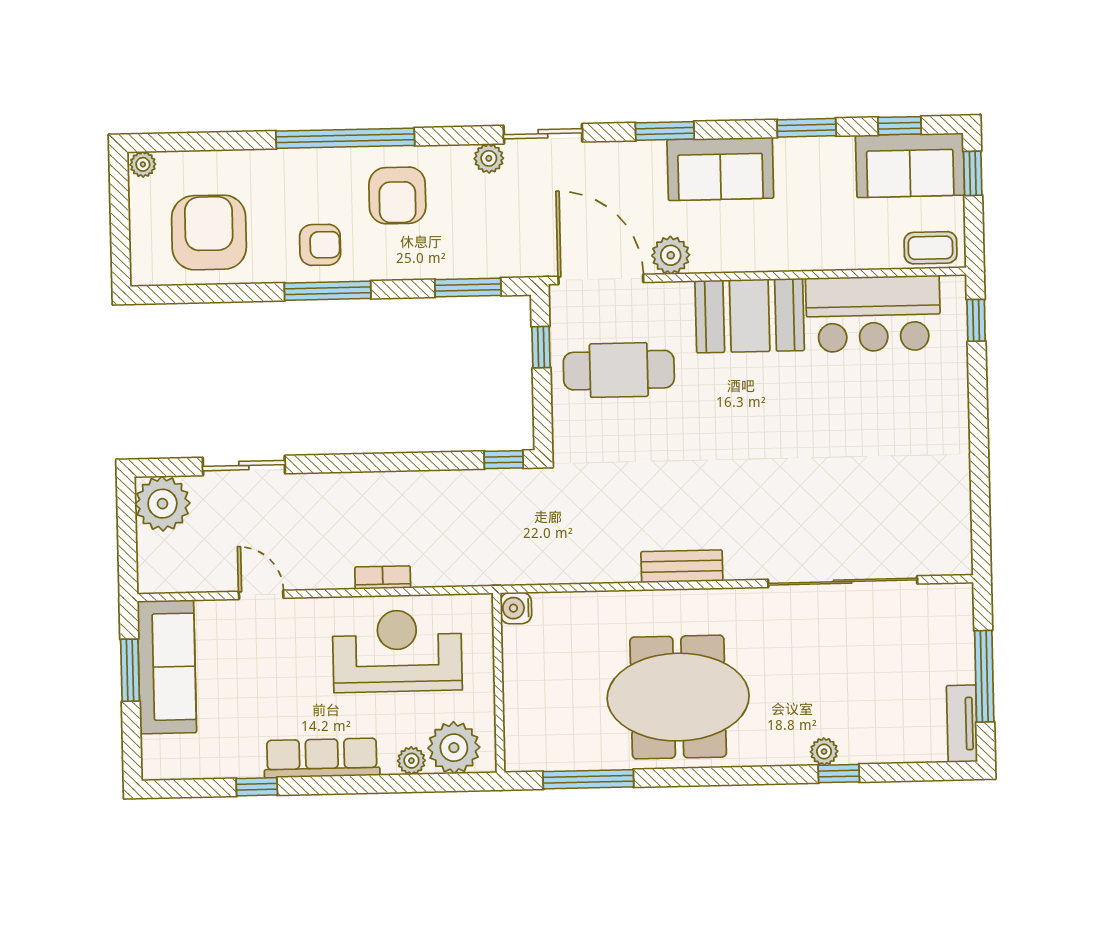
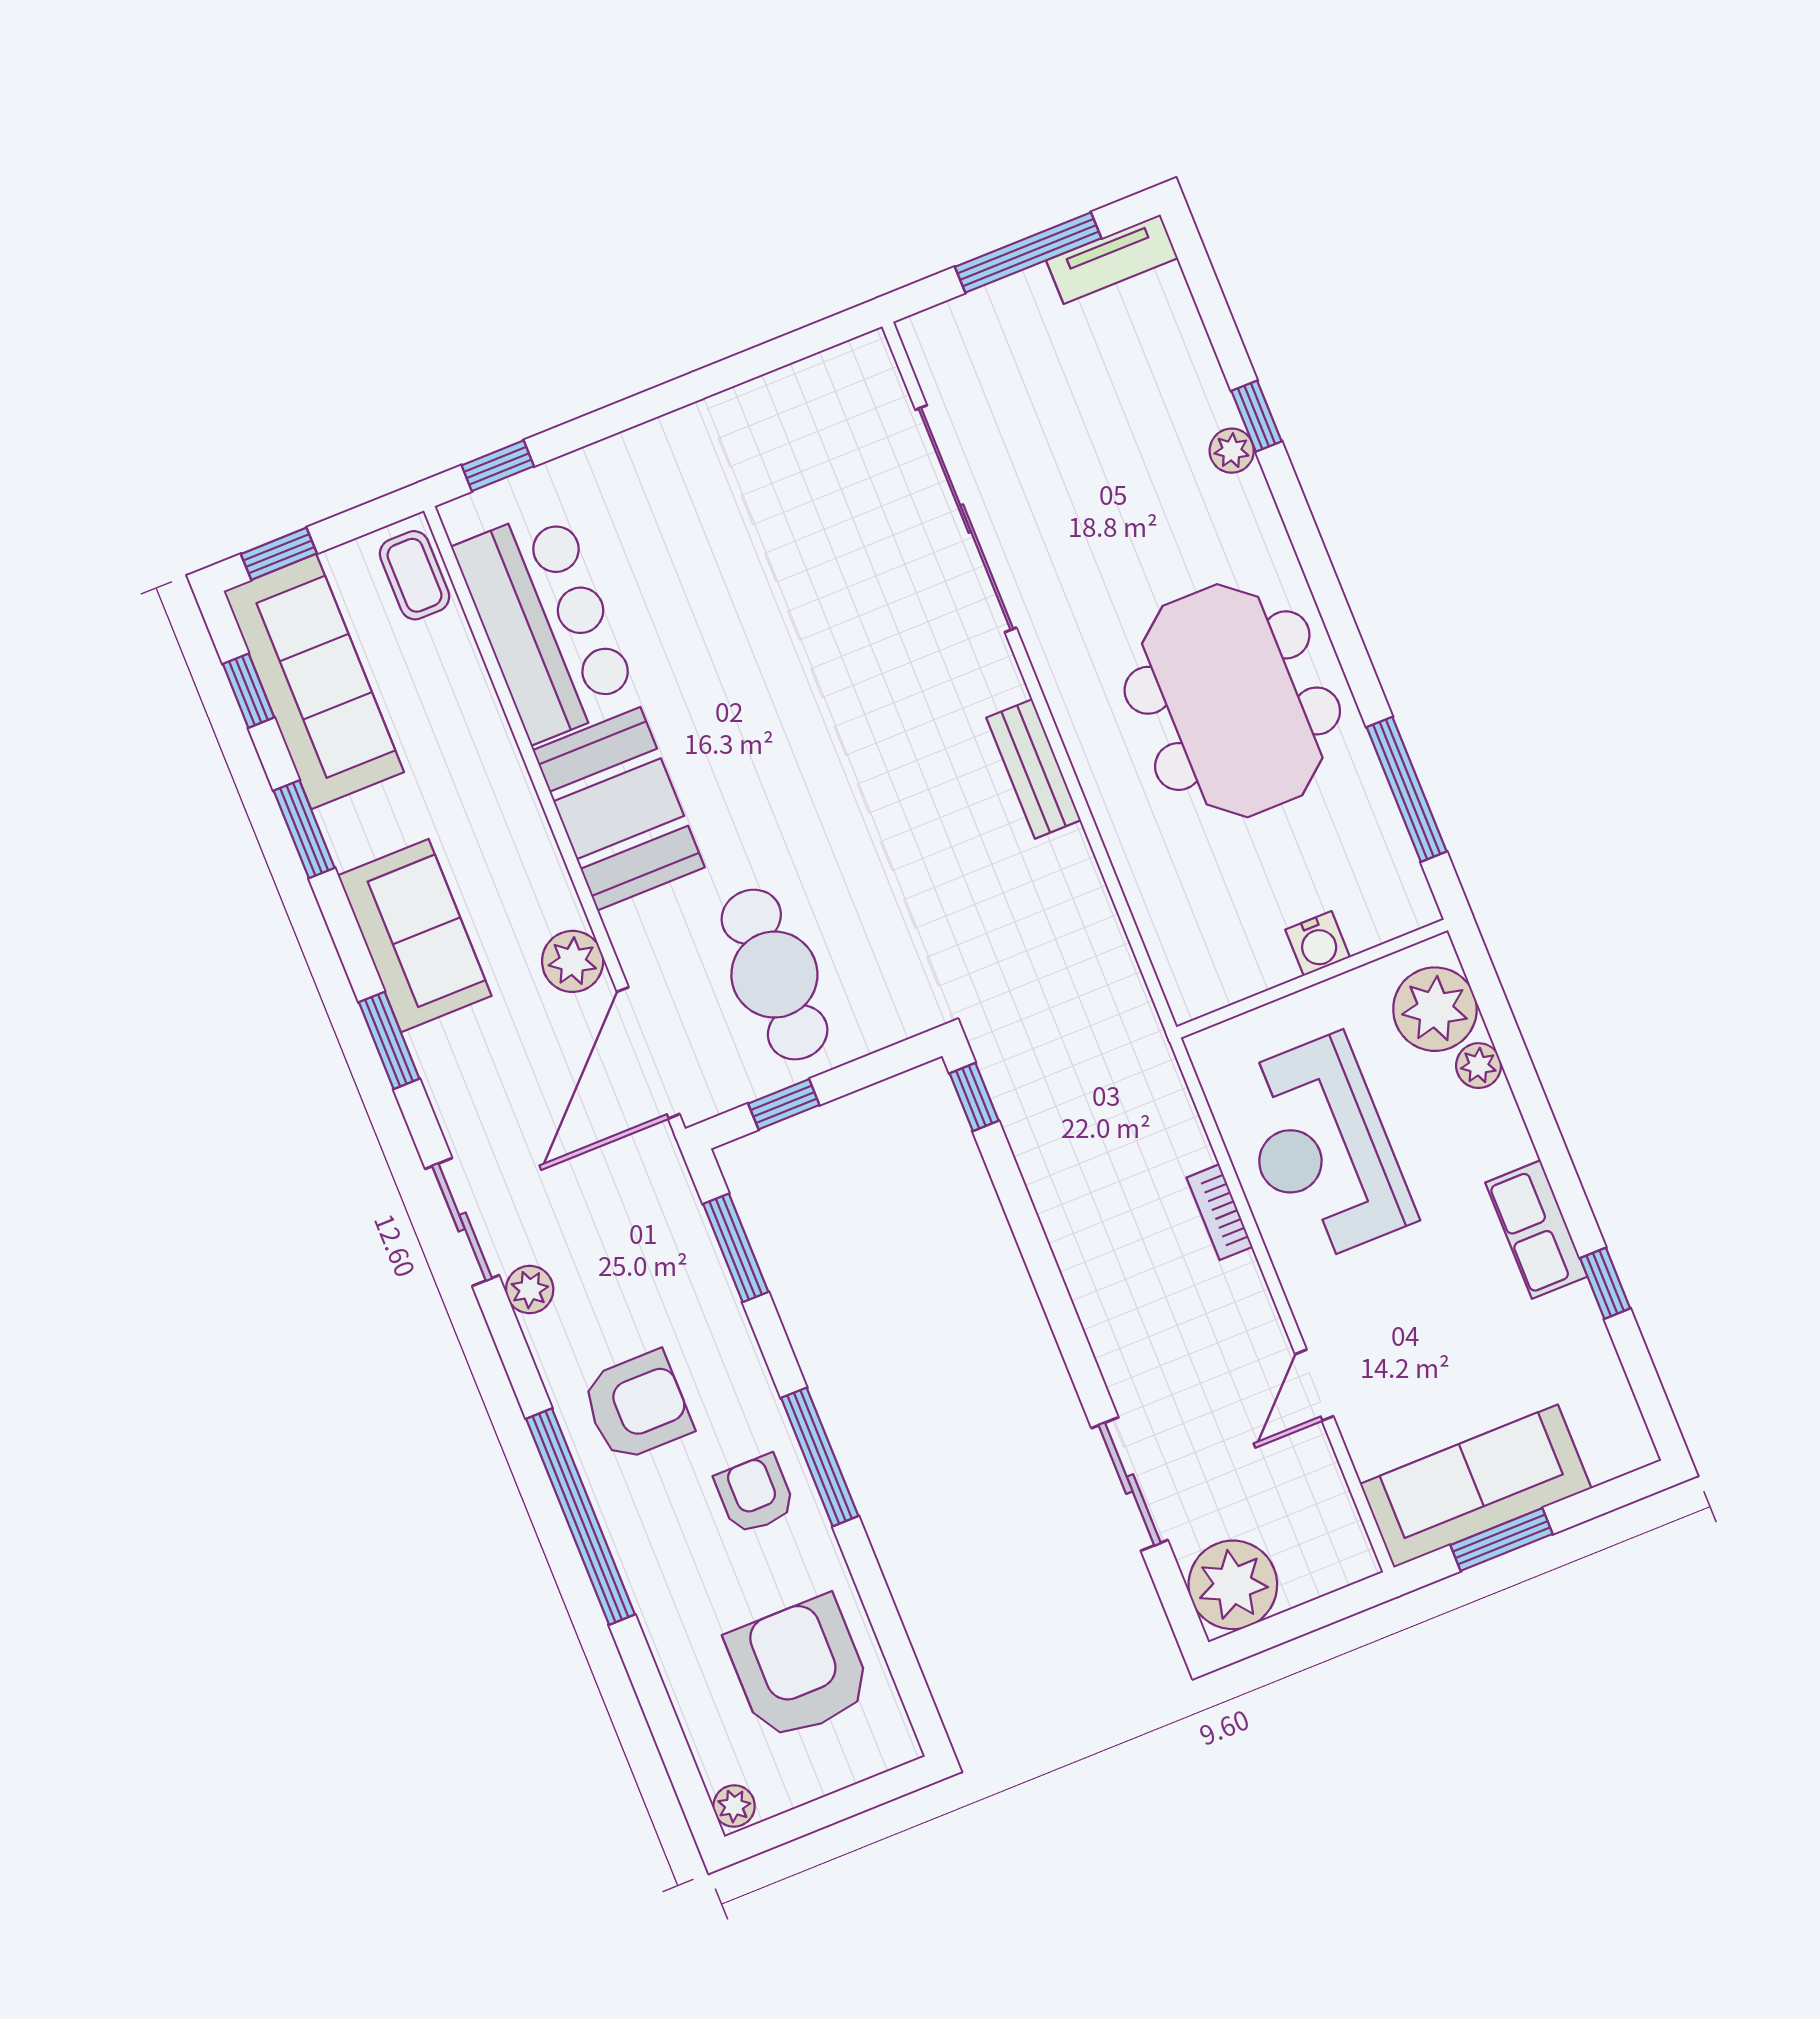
sofa: (910, 165) -> (314, 682), width x1.36
armchair: (209, 232) -> (799, 1668), turned 90
water cooler: (516, 608) -> (1318, 944), moved
row of seats: (322, 758) -> (1536, 1230), width x0.68

